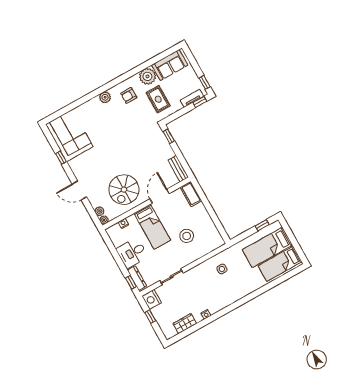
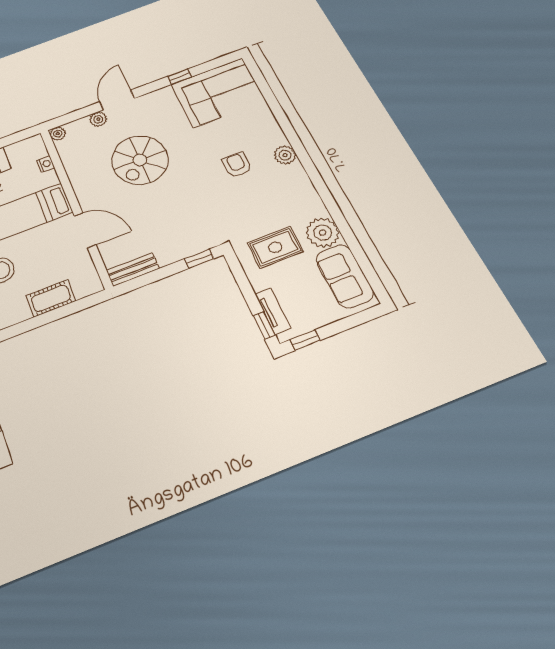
armchair: (129, 95) -> (237, 165), moved
spiral stairs: (124, 190) -> (140, 160), moved, turned -90
cot: (191, 194) -> (51, 298), moved
plant: (99, 211) -> (98, 119), moved

